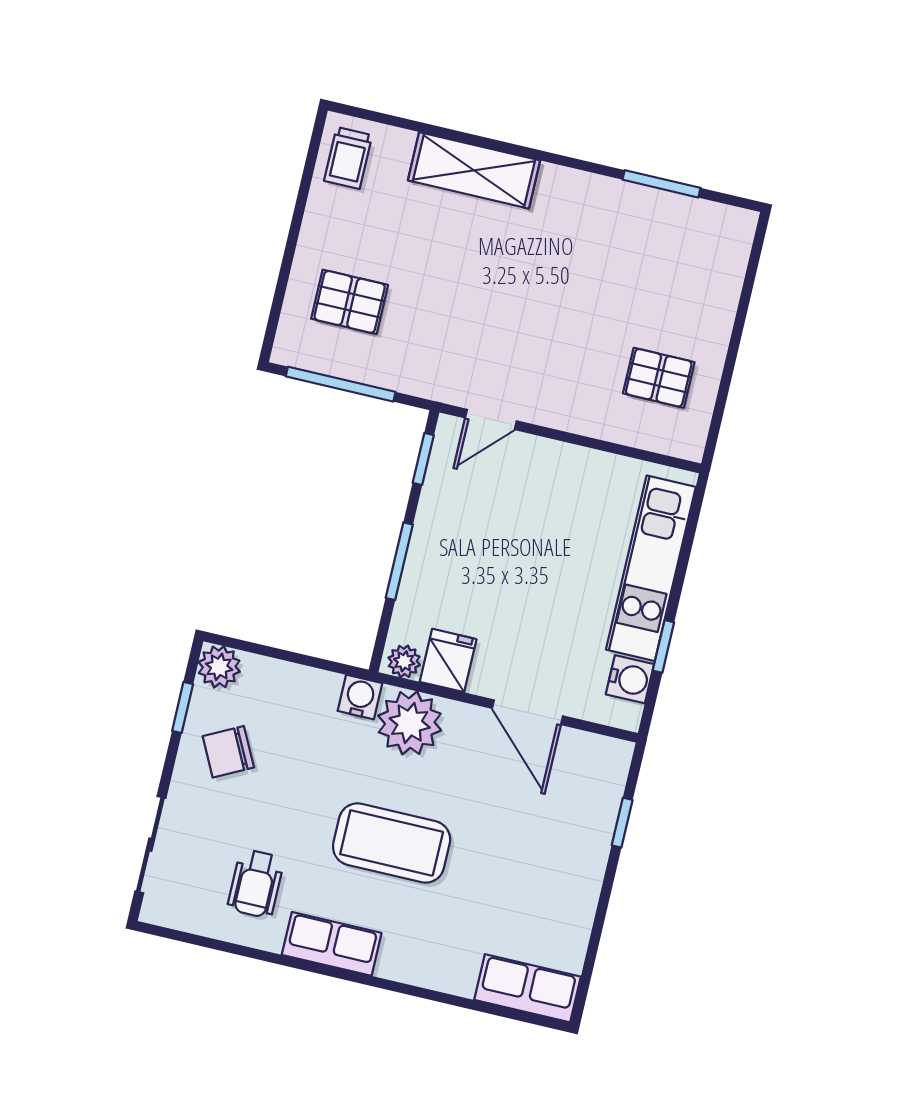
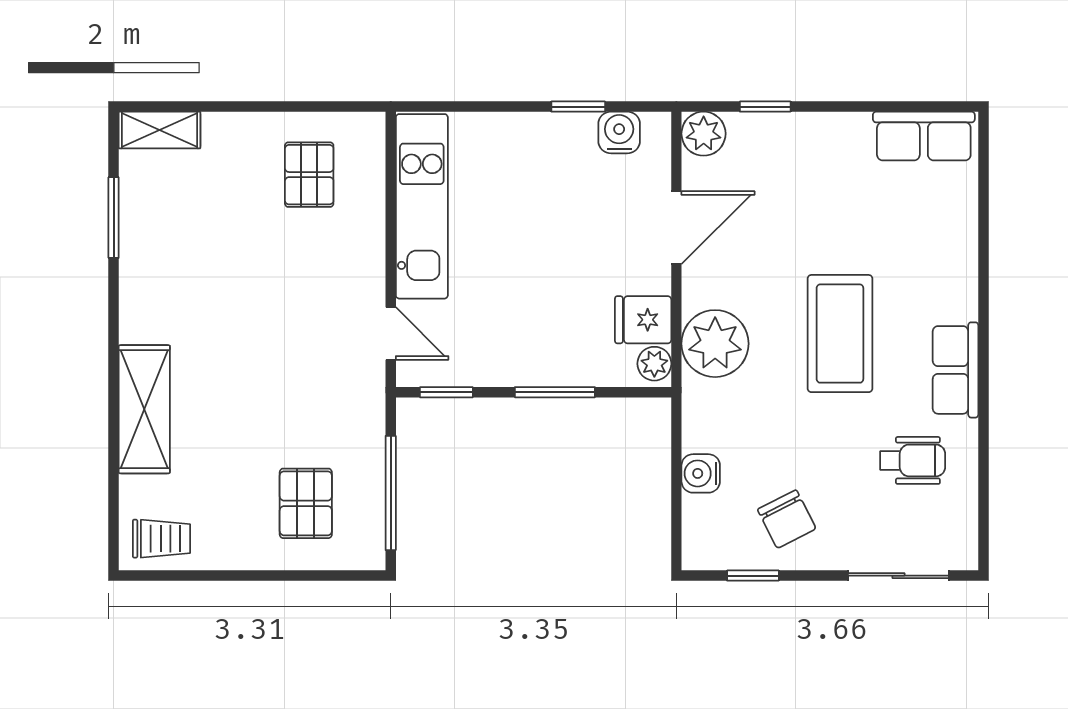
shelving: (734, 247) -> (160, 130), added
kitchen unit: (651, 568) -> (422, 206), moved, turned -90
plant: (219, 667) -> (704, 134), moved
water cooler: (360, 697) -> (701, 473), moved
row of seats: (528, 988) -> (924, 136), moved, turned -90

